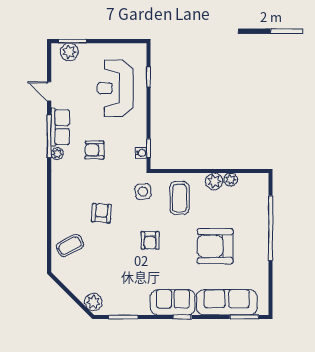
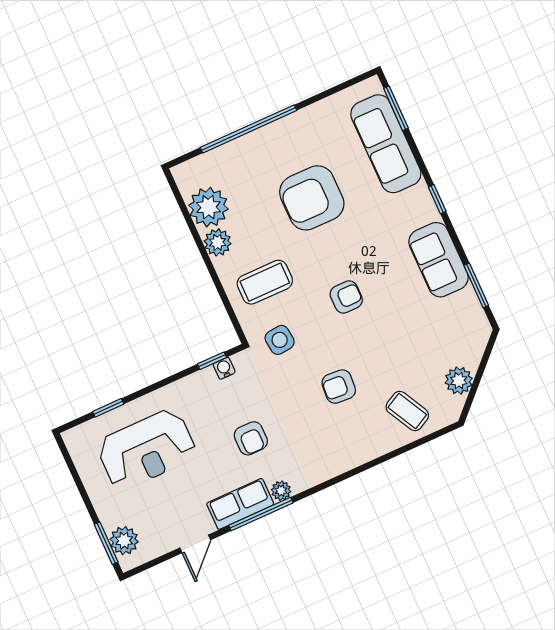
plant: (231, 180) -> (208, 207), width x1.88, depth x1.88
armchair: (215, 246) -> (312, 198), turned 90
plant: (93, 302) -> (459, 381), moved
sofa: (173, 302) -> (438, 260), moved

